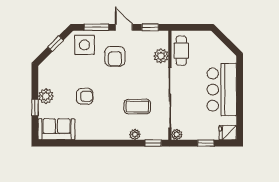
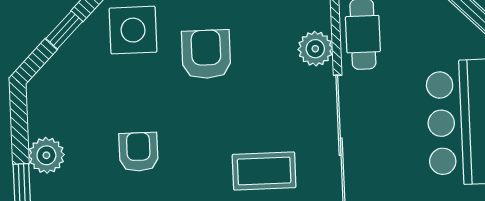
armchair: (115, 56) -> (206, 54), turned 180
armchair: (85, 96) -> (138, 152), turned -90

